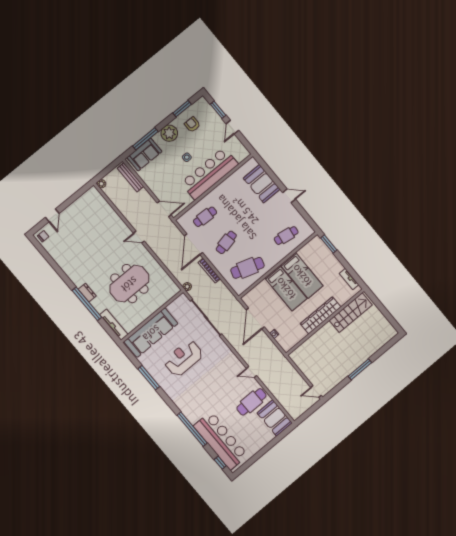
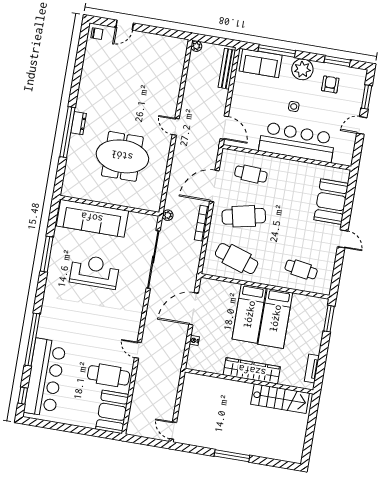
cafe table: (226, 242) -> (244, 216), width x1.37, depth x1.35
tv unit: (114, 325) -> (69, 175), removed

